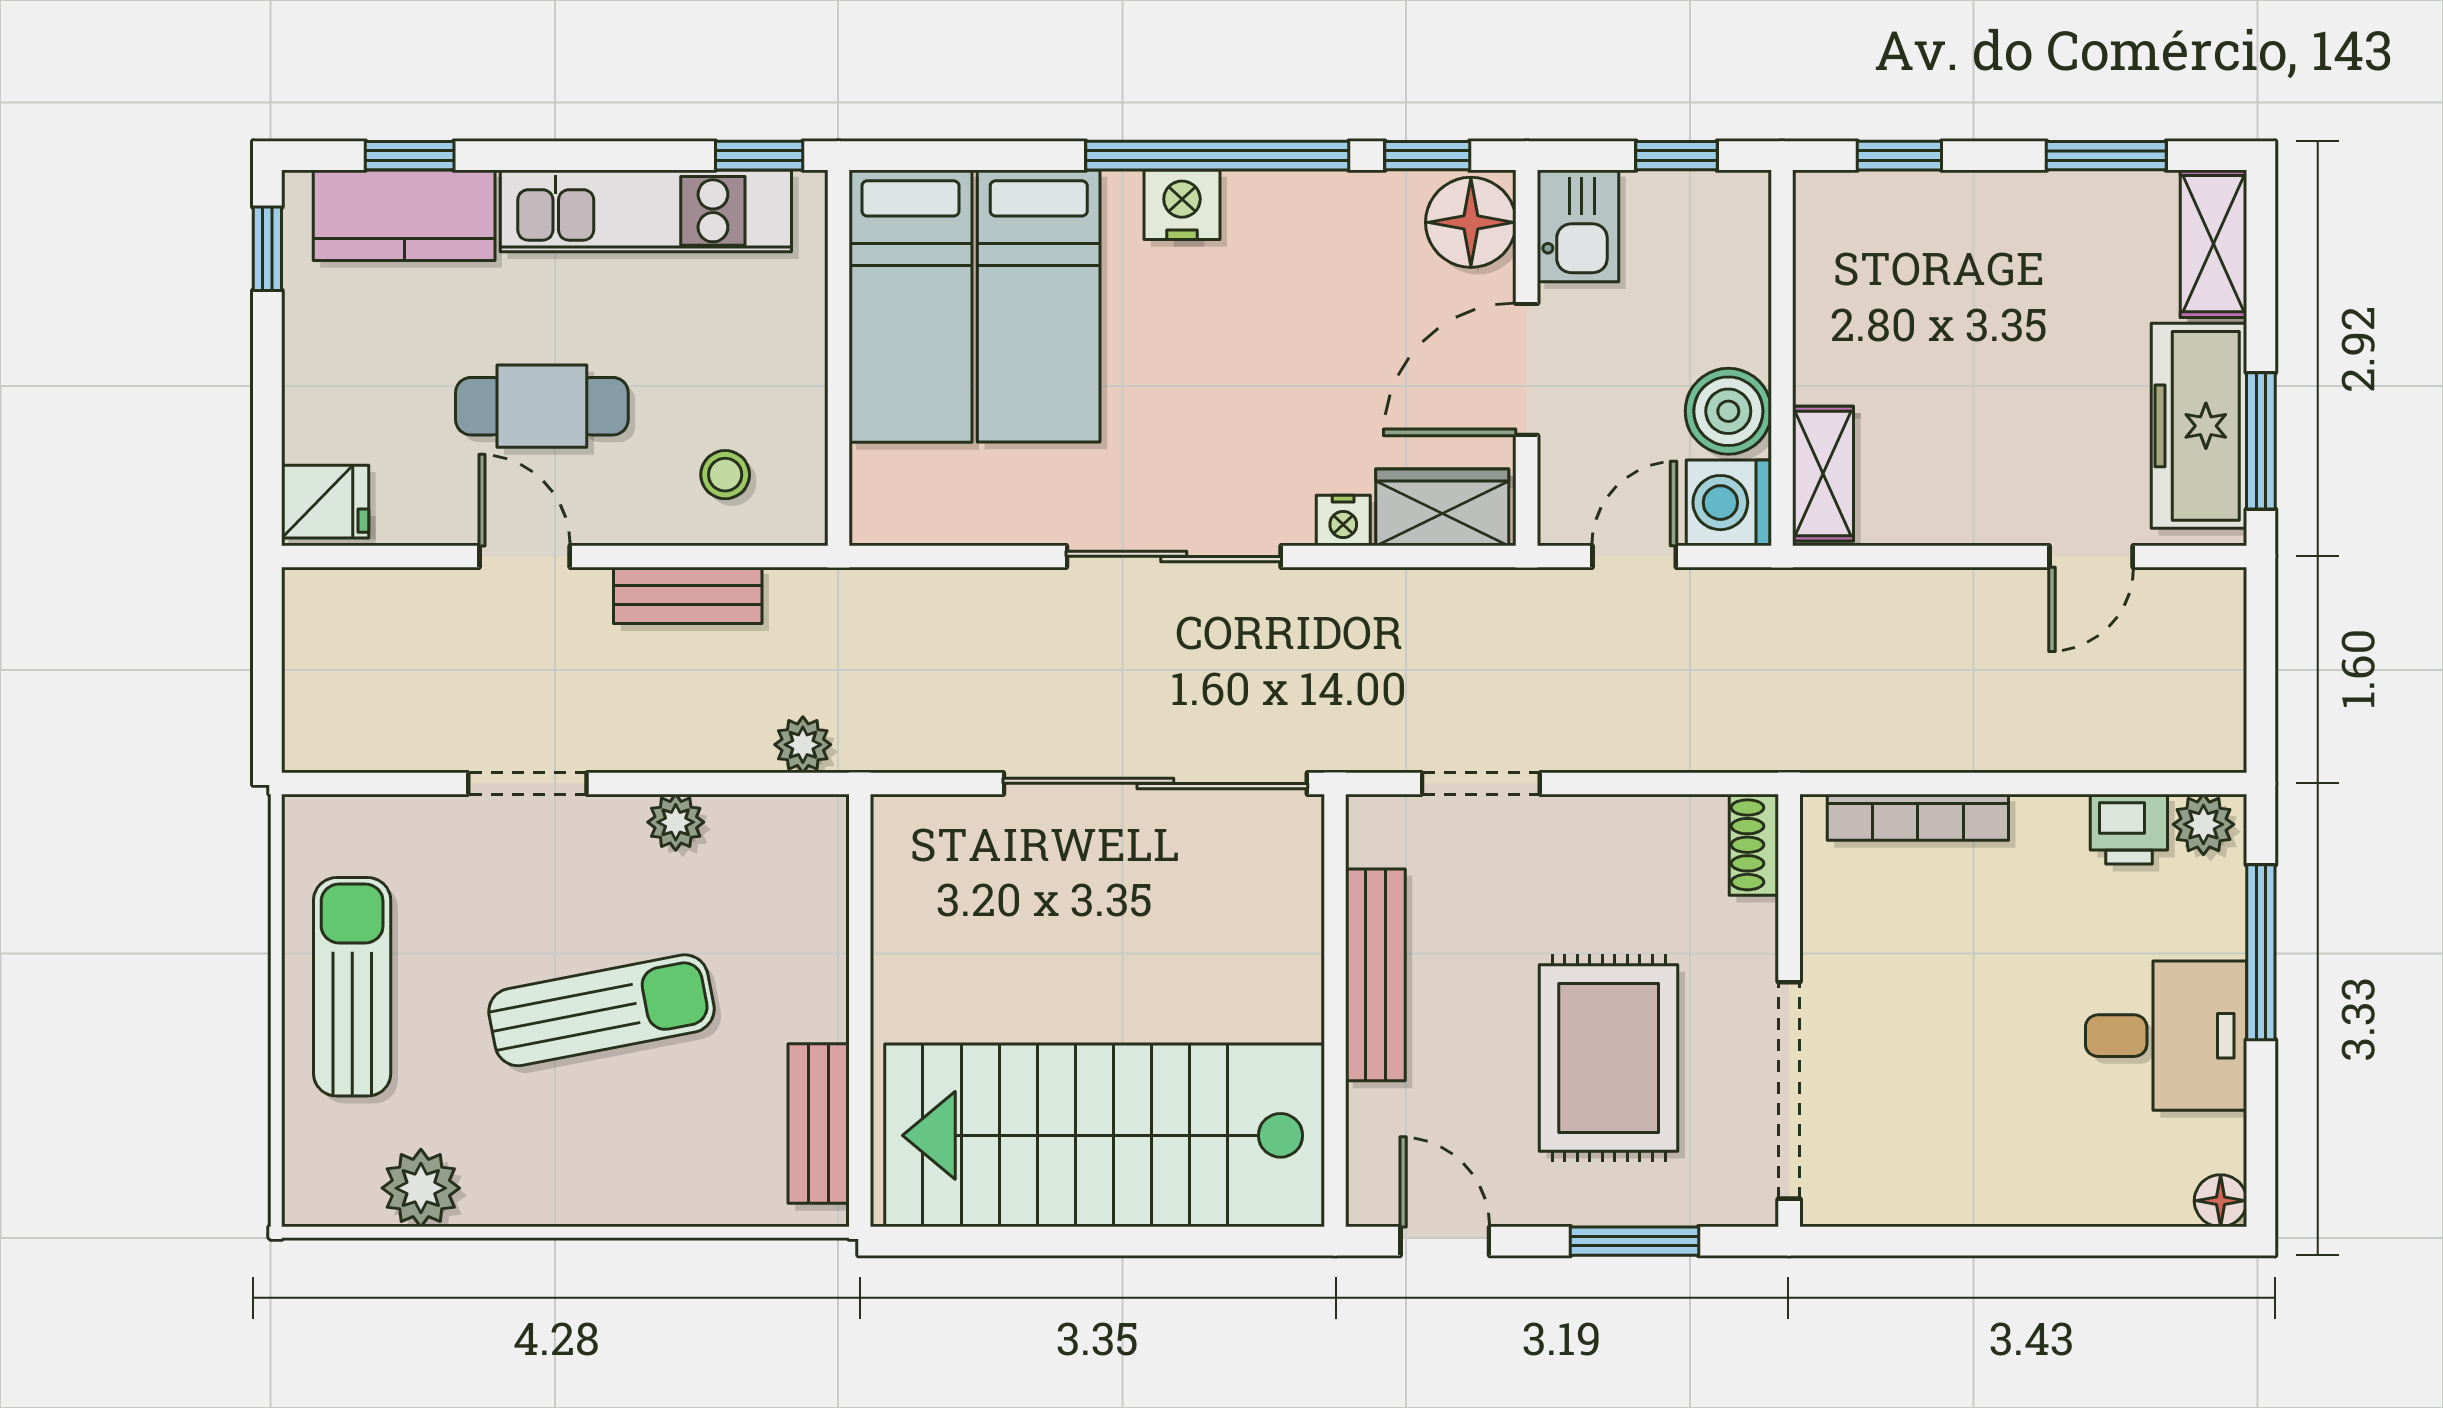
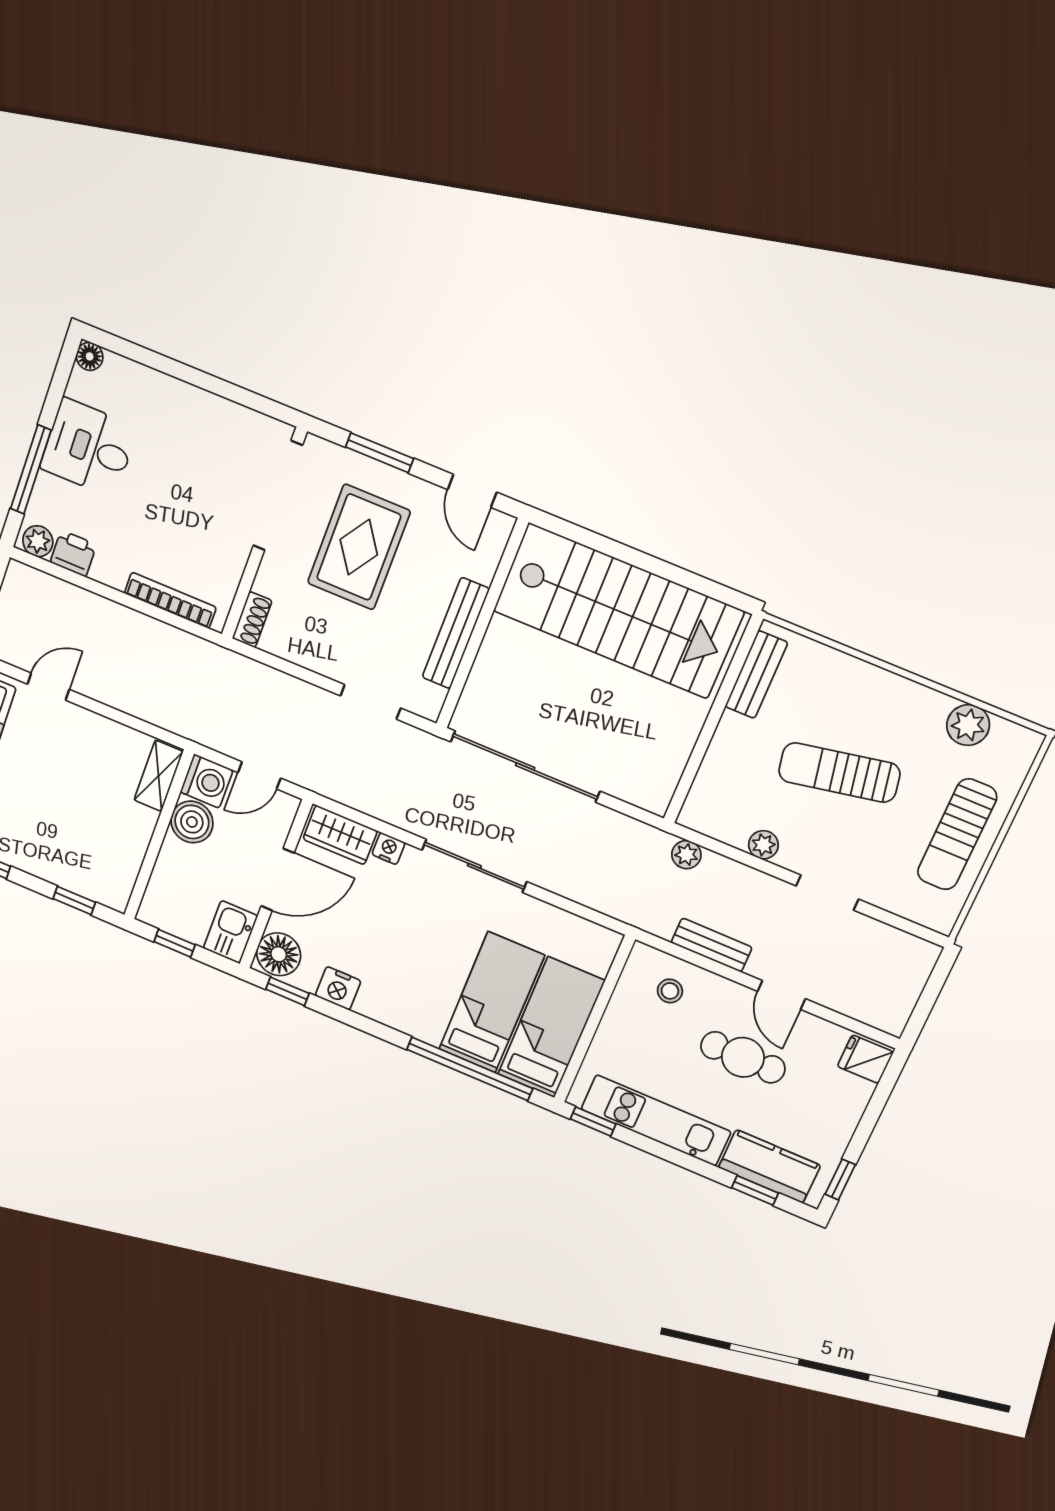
window: (1217, 156) -> (470, 1069), moved
nightstand: (1182, 205) -> (338, 988), moved

